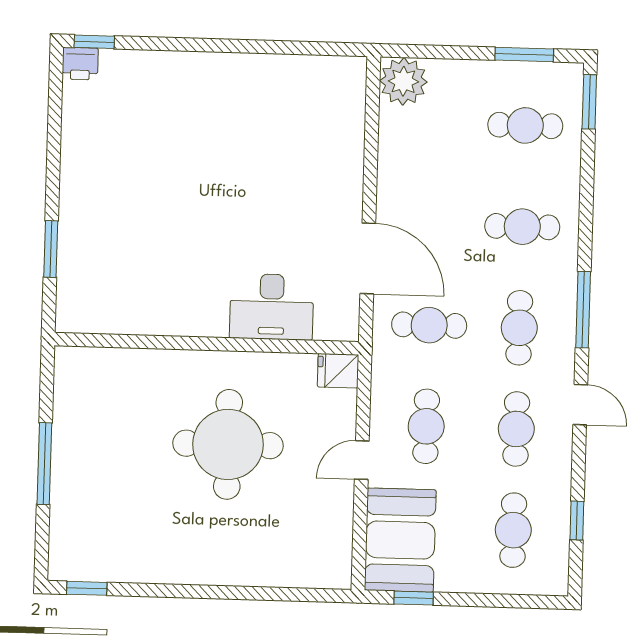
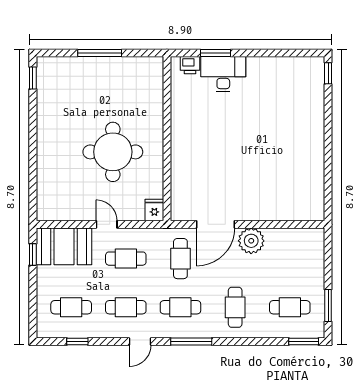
printer: (80, 64) -> (190, 65), moved, turned -90
plant: (403, 81) -> (251, 241), moved
cafe table: (525, 125) -> (290, 307), turned 90
desk: (272, 307) -> (223, 74), moved, turned 90

